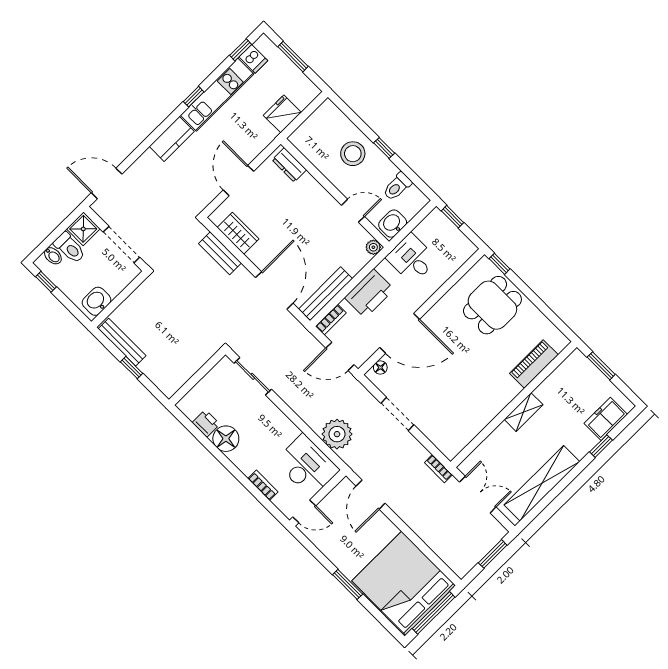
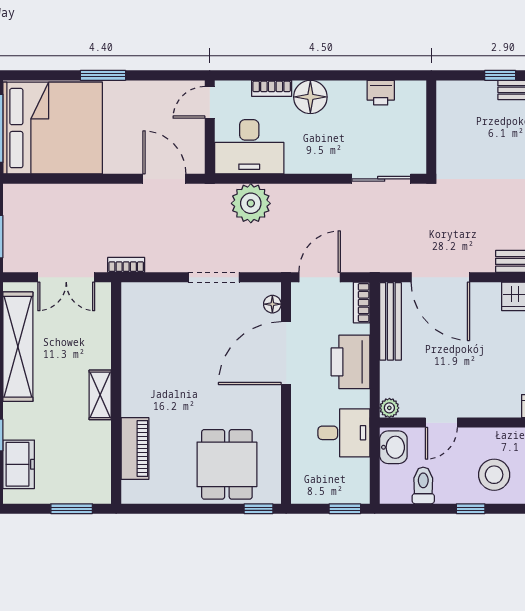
floor lamp: (226, 439) -> (310, 97), moved

